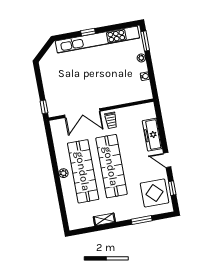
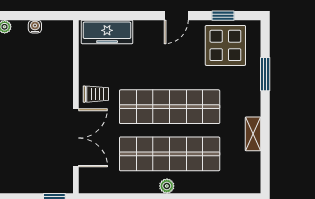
freezer: (152, 135) -> (107, 32), moved

